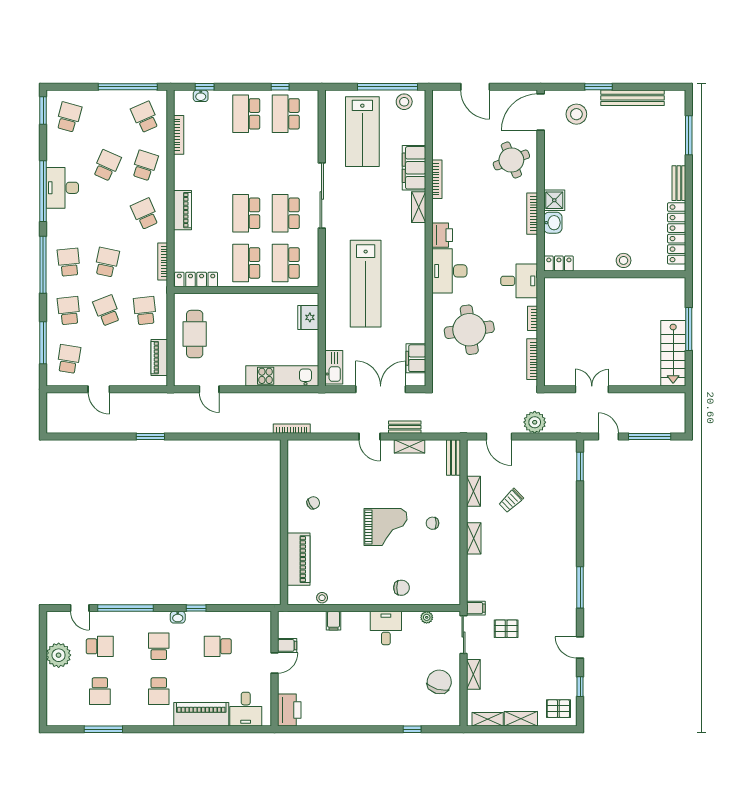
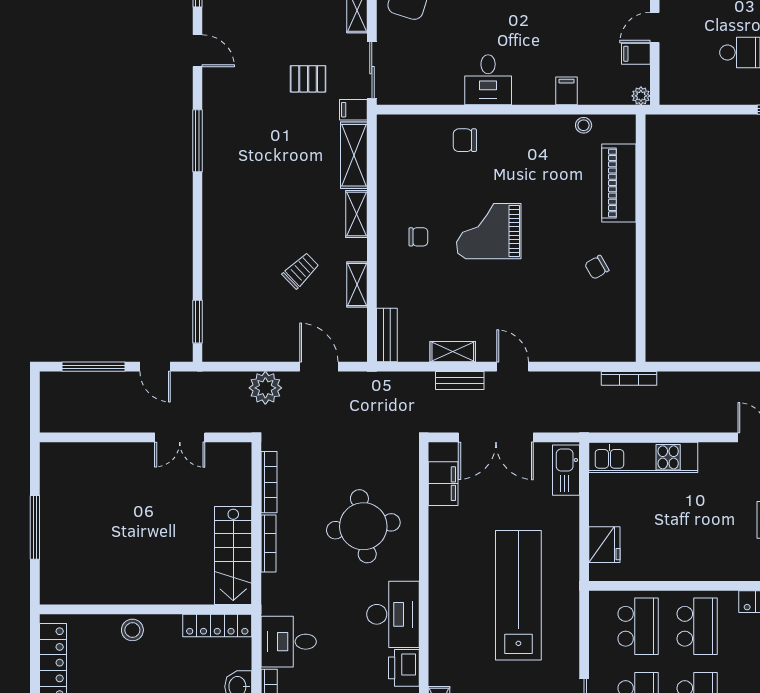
locker: (559, 263) -> (217, 625), width x1.53
desk: (519, 281) -> (289, 642), moved
bookcase: (533, 318) -> (268, 543), width x1.56
stairs: (673, 353) -> (233, 556), moved, turned 180
shelving: (476, 578) -> (354, 155), added
plant: (427, 617) -> (641, 96), moved

